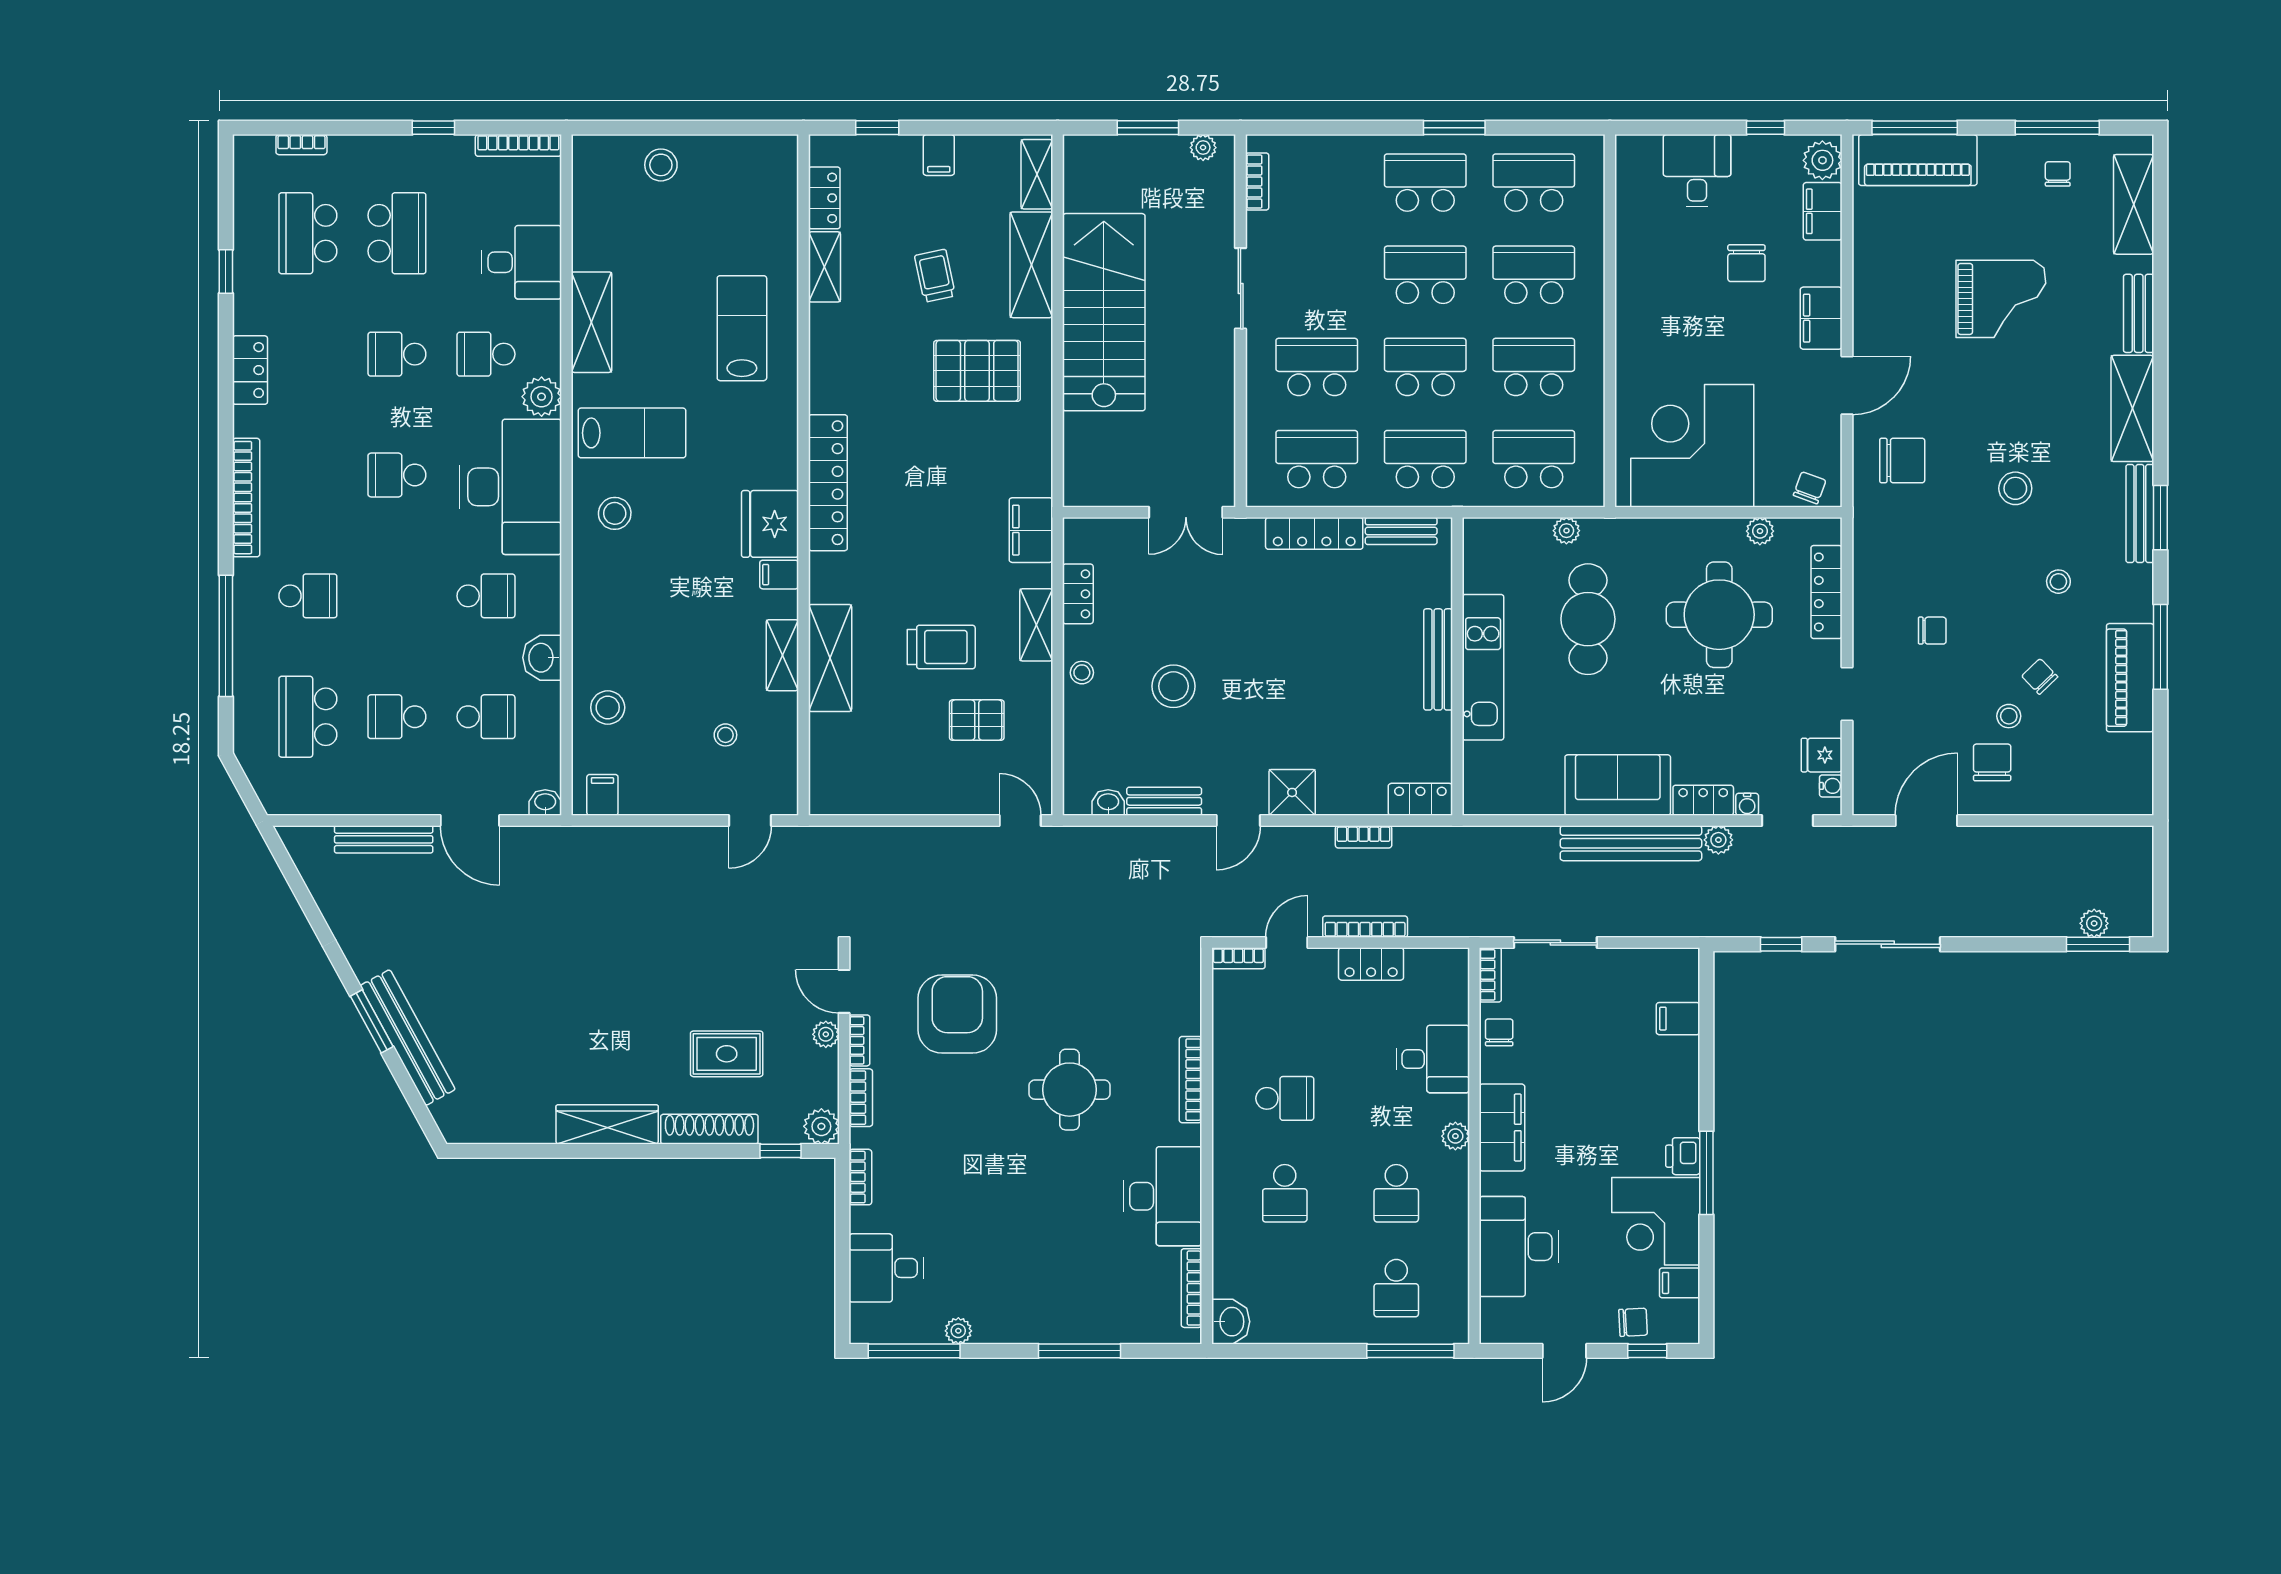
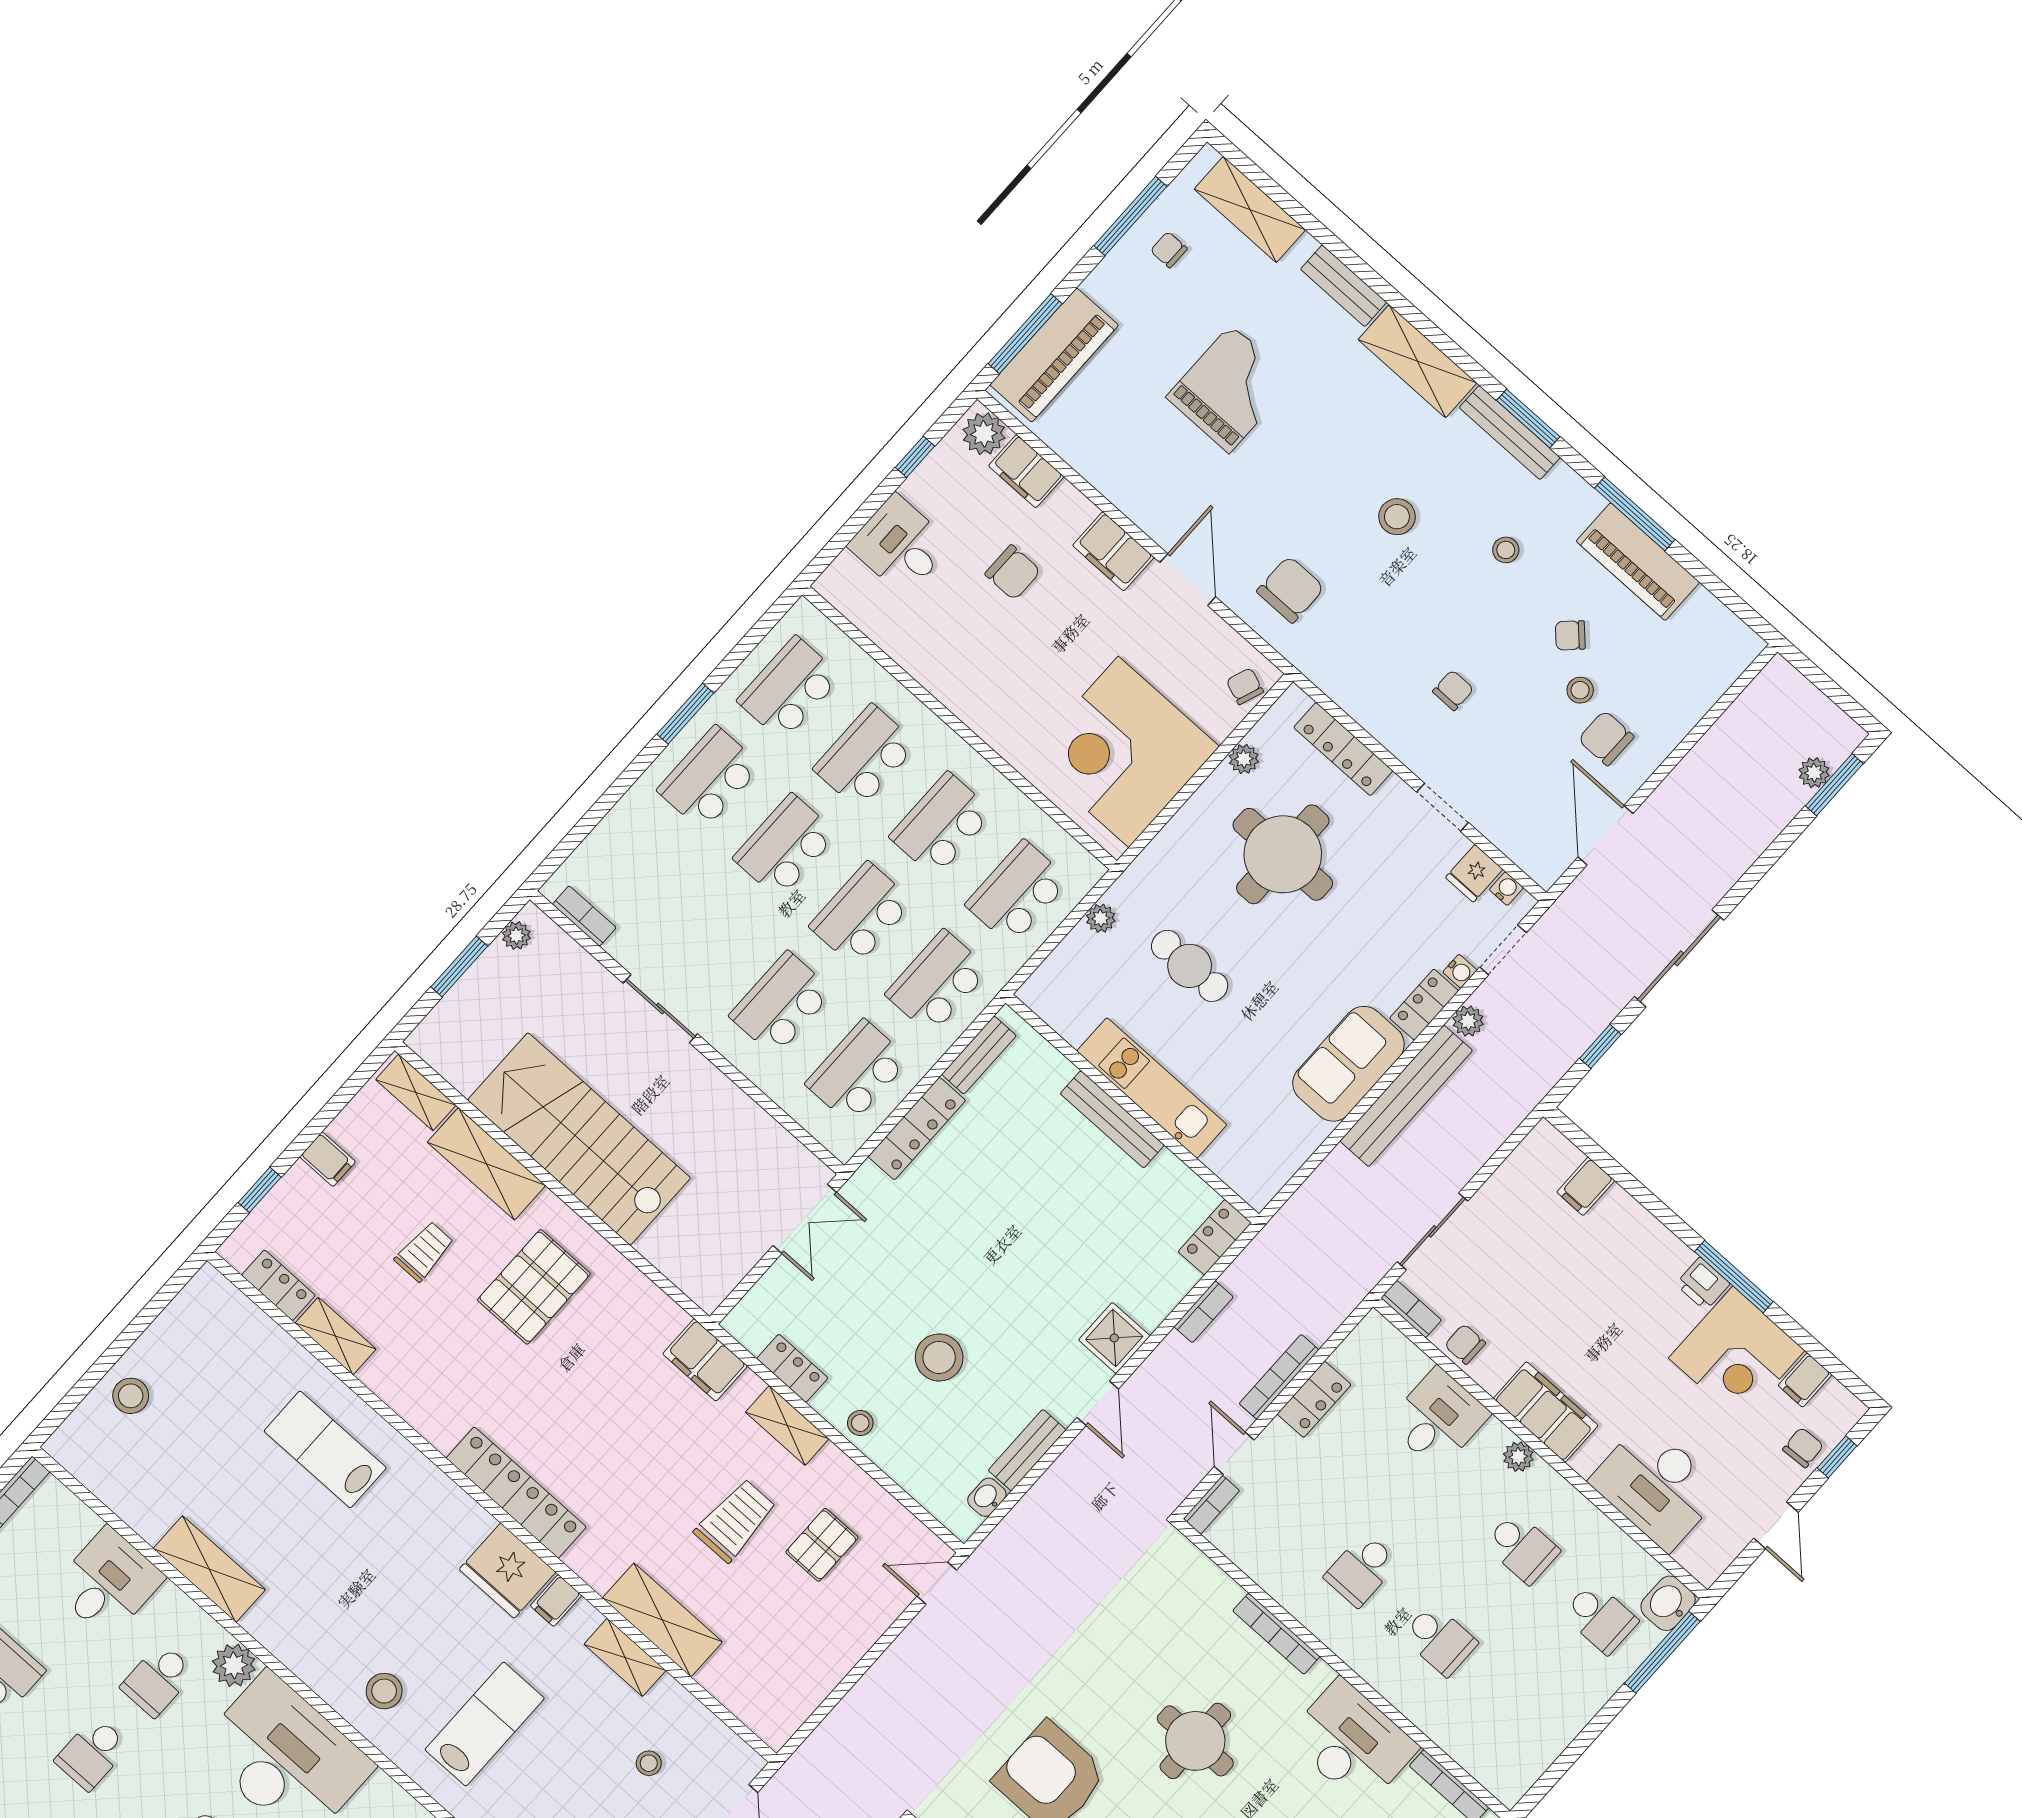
trolley: (935, 276) -> (424, 1251), turned 102
lab bench: (632, 433) -> (485, 1724), moved
cafe table: (1588, 619) -> (1190, 966), width x0.73, depth x0.74
school desk: (1285, 1098) -> (1361, 1570), turned 180
washbasin: (1231, 1322) -> (1668, 1603), moved, turned -90

